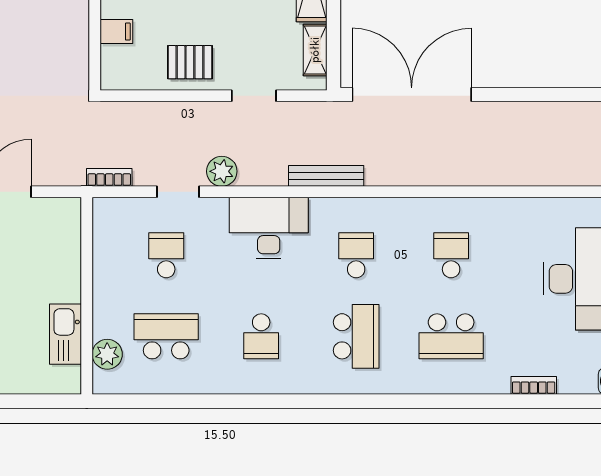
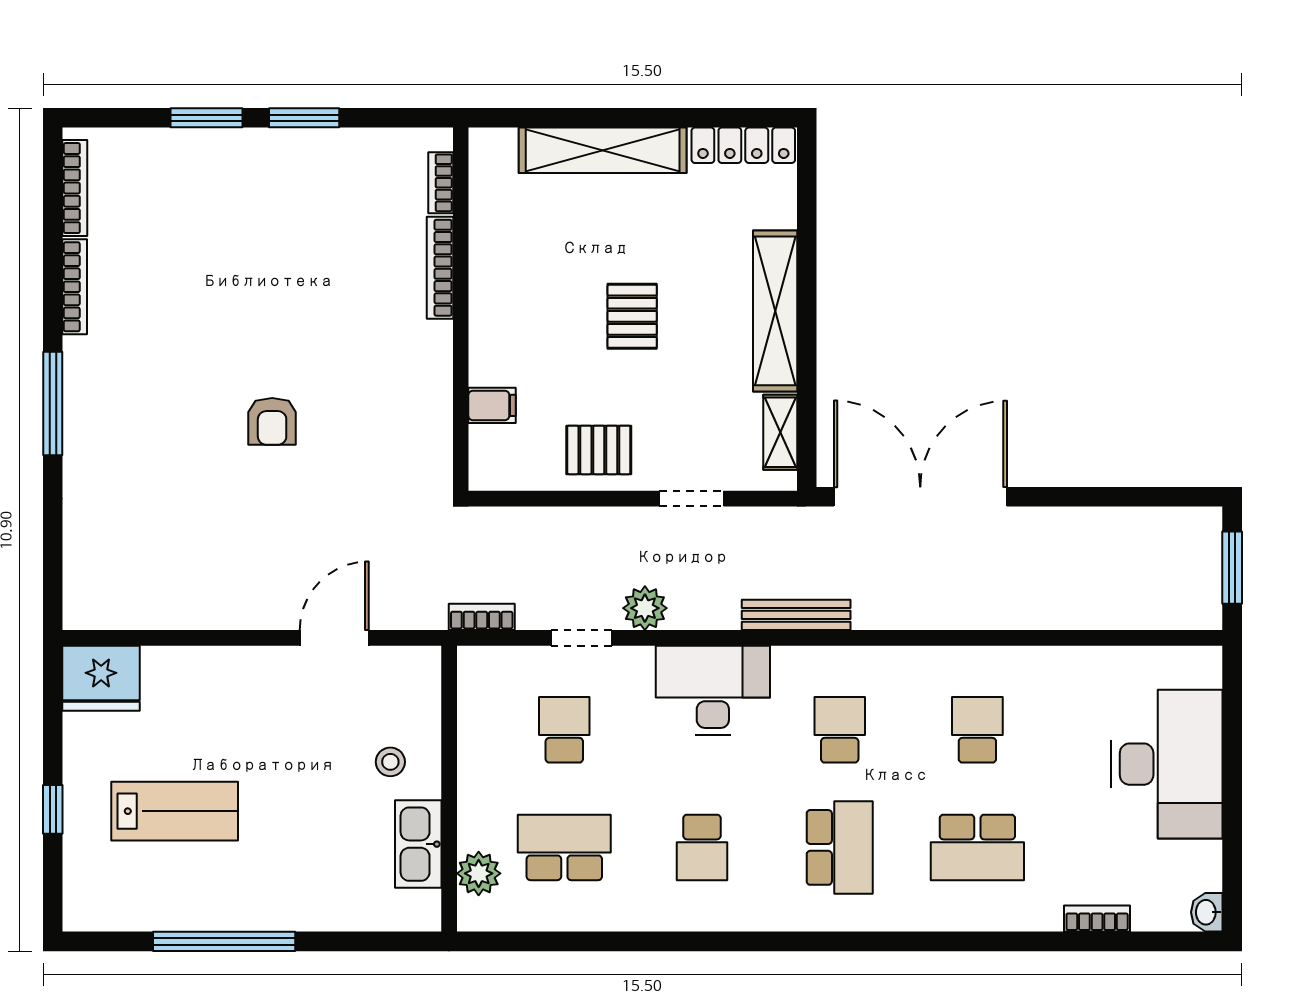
stool: (46, 277) -> (390, 762), added

